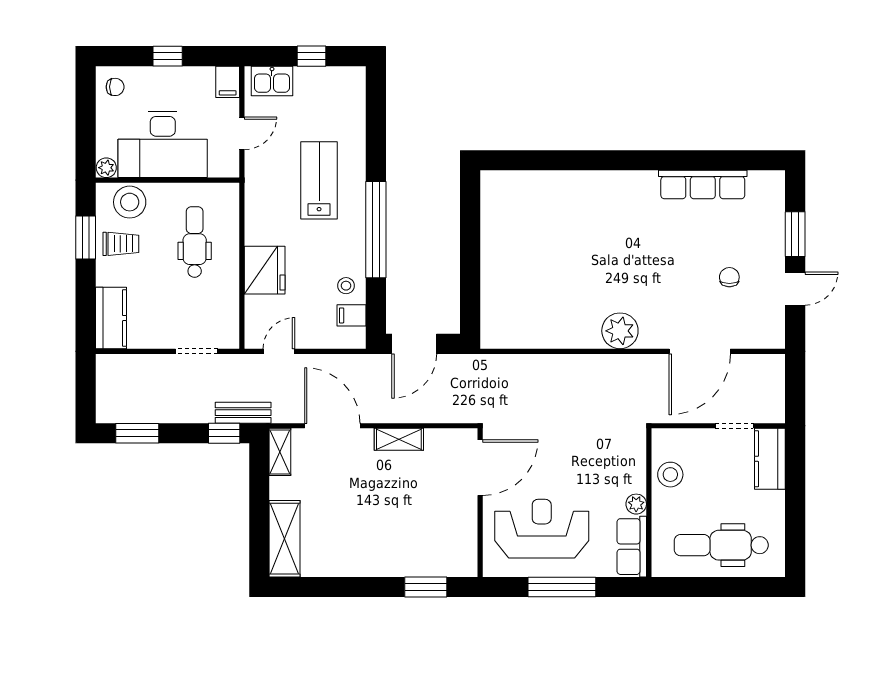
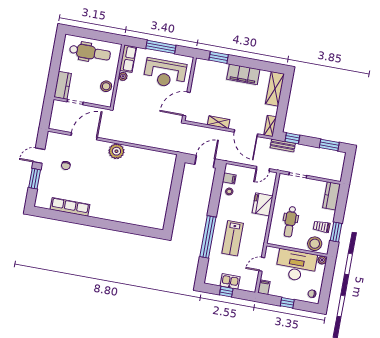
kitchen sink: (272, 81) -> (230, 281), moved
window: (376, 230) -> (208, 237), moved
filing cabinet: (363, 559) -> (243, 74), added

